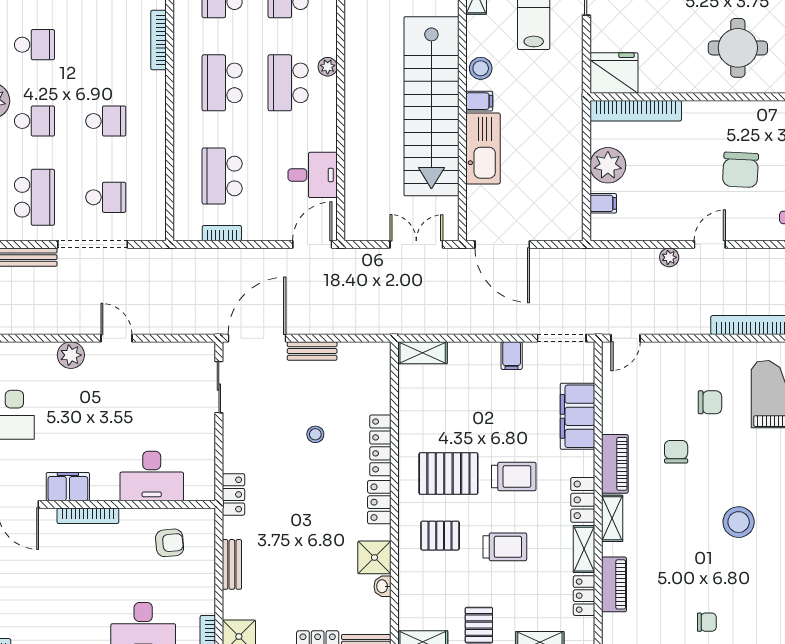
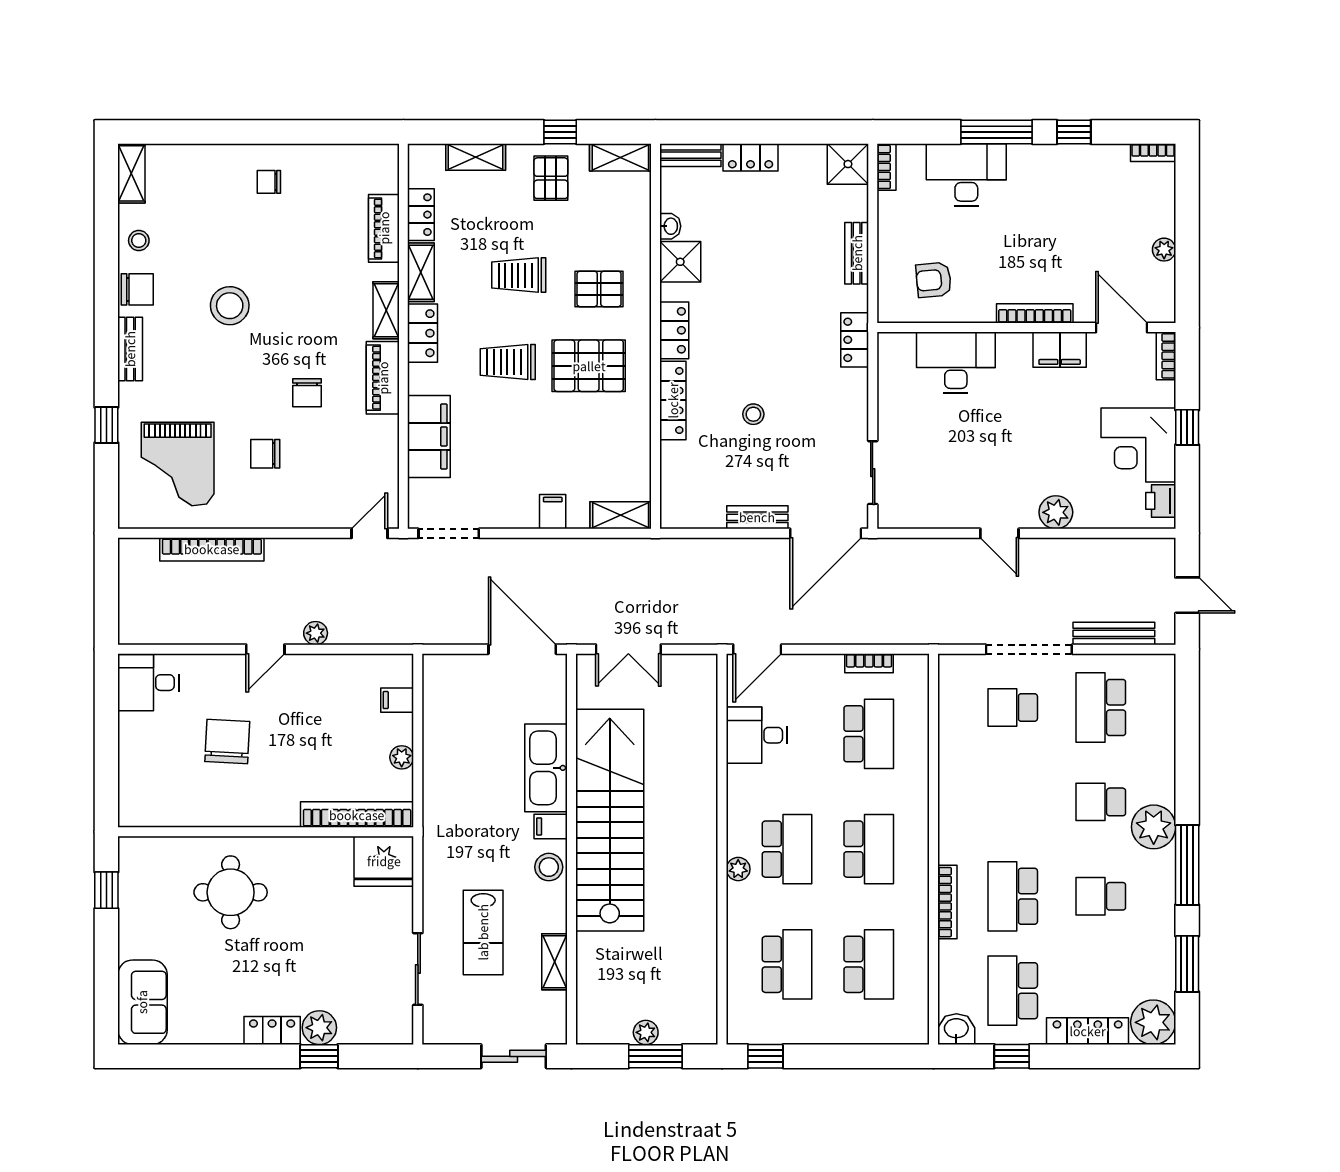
school desk: (106, 121) -> (1013, 896), moved, width x1.85
plant: (608, 165) -> (402, 757), width x0.53, depth x0.53
filing cabinet: (512, 356) -> (553, 512), moved

